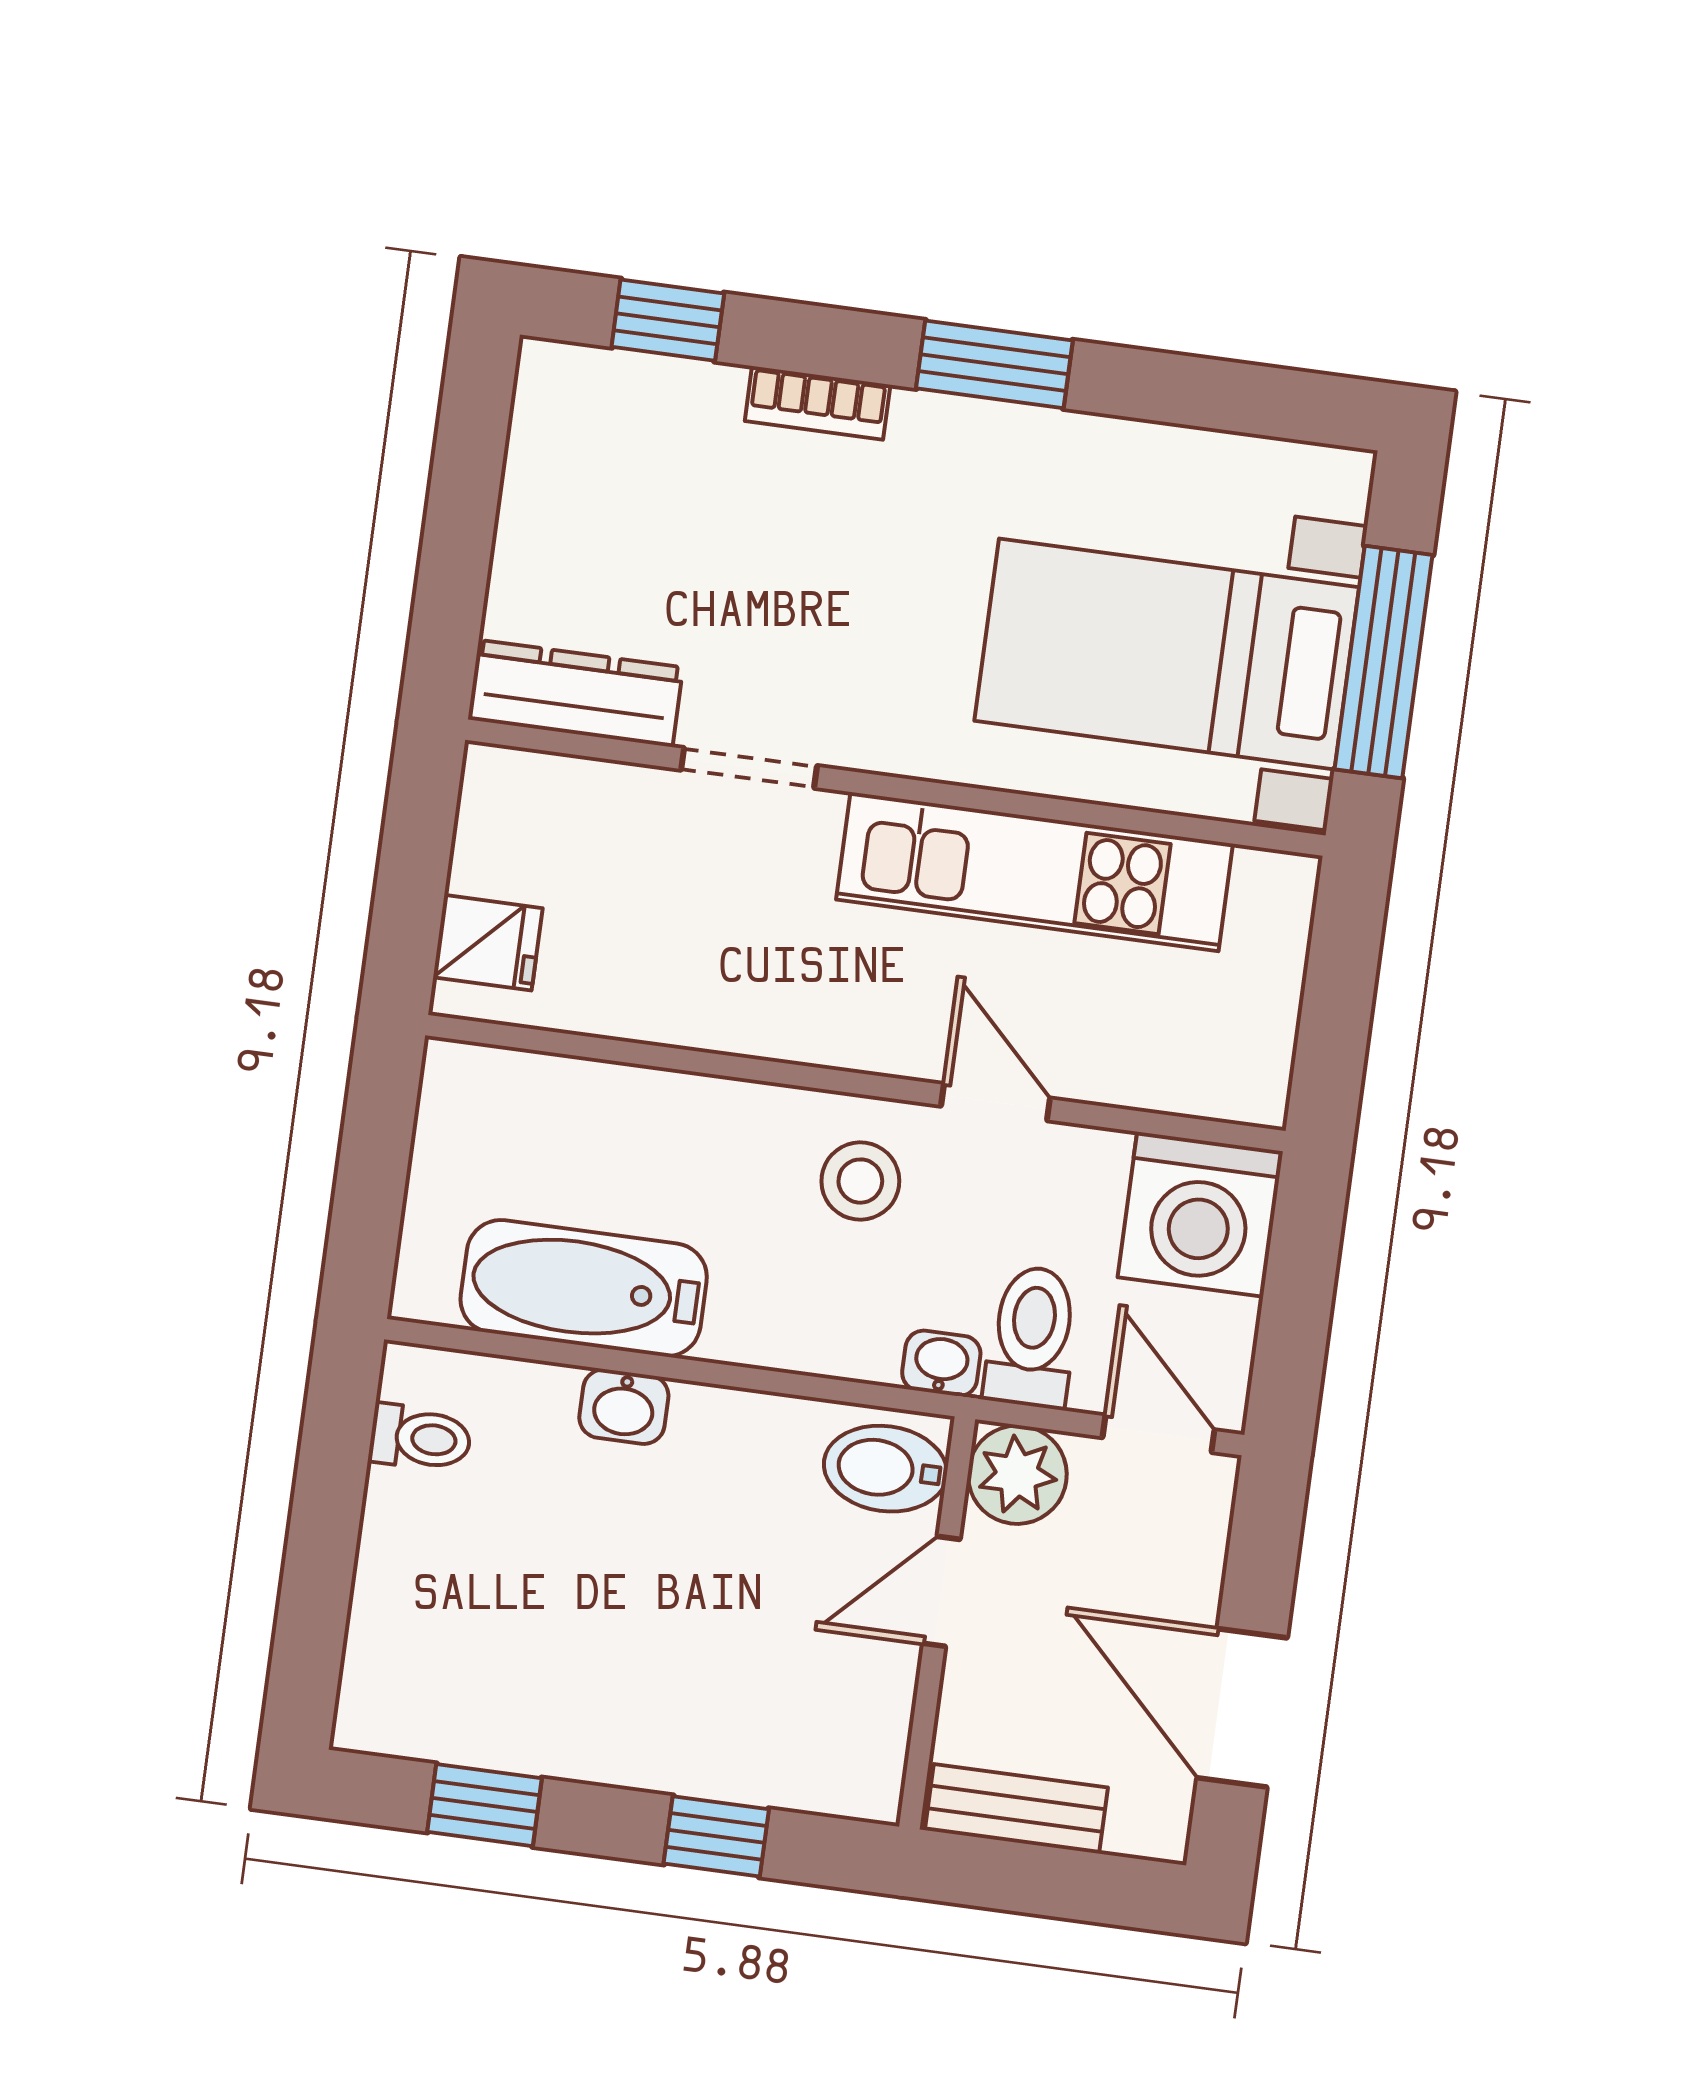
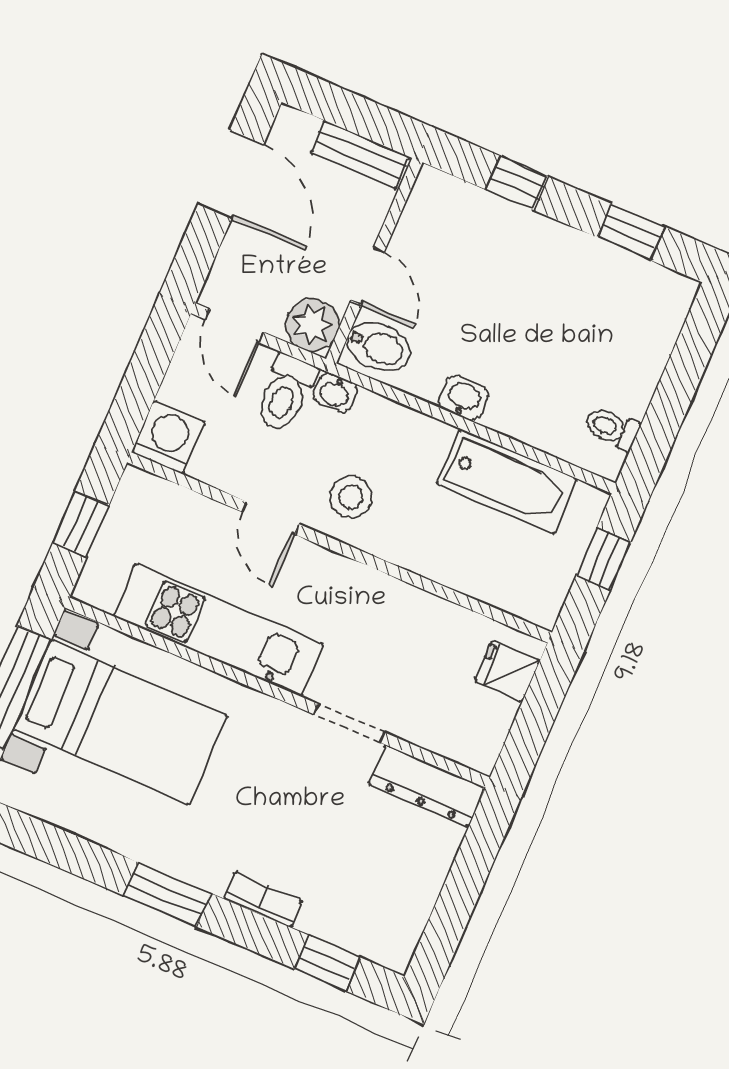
window: (1339, 995) -> (81, 524), added
window: (369, 1196) -> (603, 559), added
washing machine: (1200, 1214) -> (168, 437), width x0.73, depth x0.73
washbasin: (624, 1407) -> (463, 398), moved
door: (941, 1591) -> (368, 276), hinge flipped

